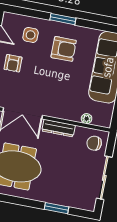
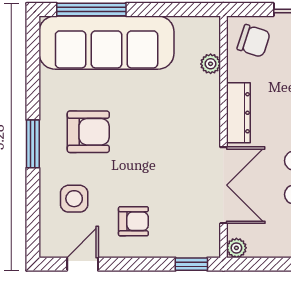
armchair: (64, 49) -> (88, 132), turned 90
chair: (94, 143) -> (254, 41), turned -72

